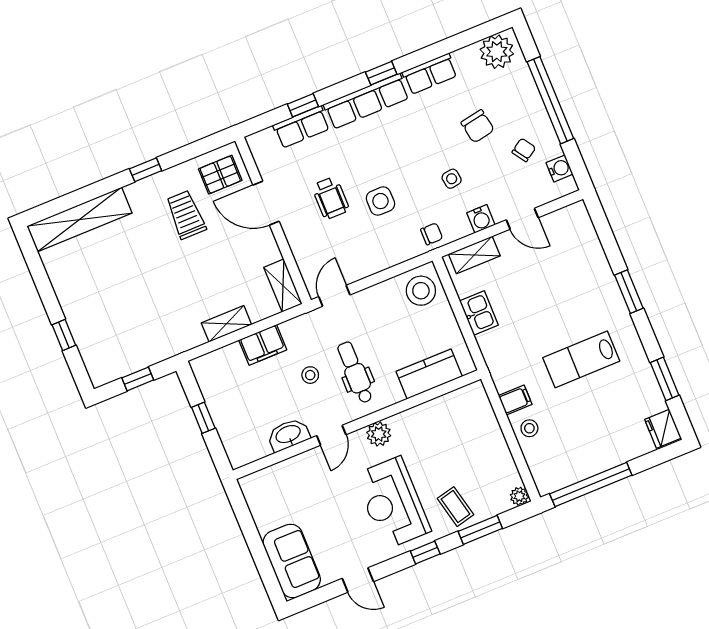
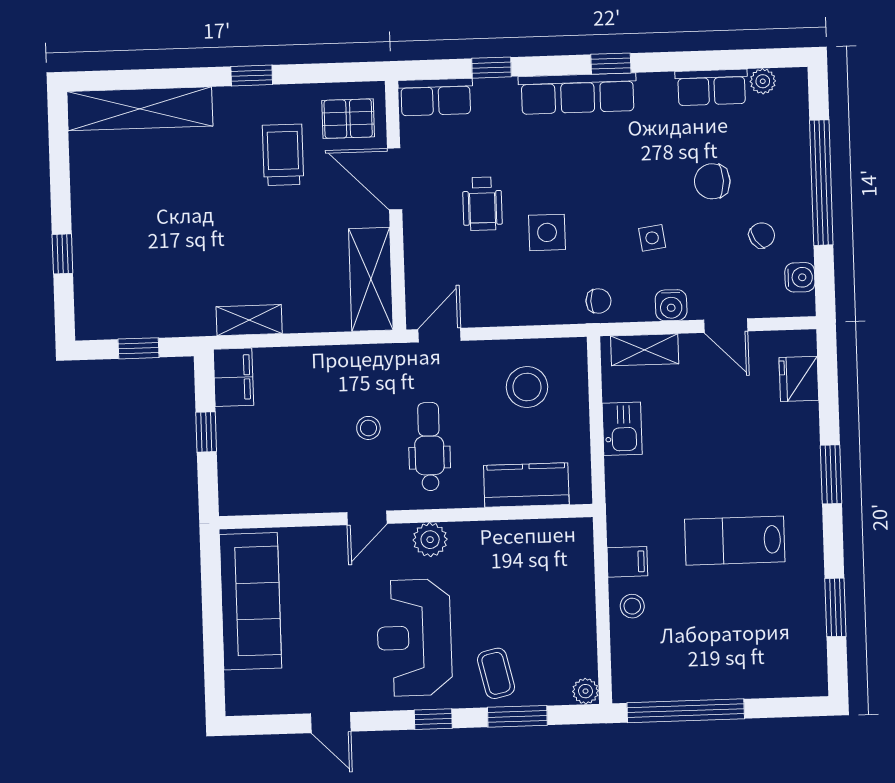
plant: (497, 52) -> (763, 81), width x0.53, depth x0.53
row of seats: (430, 74) -> (711, 87), moved
chair: (478, 126) -> (712, 181), turned 100
row of seats: (301, 127) -> (436, 97), moved
shelving: (283, 286) -> (371, 279), width x1.50, depth x1.33
stool: (421, 291) -> (527, 387), moved
shelving: (226, 324) -> (249, 320), moved
filing cabinet: (263, 345) -> (233, 377), moved, turned -90
fridge: (663, 429) -> (799, 379), moved
washbasin: (288, 435) -> (310, 496), removed
sofa: (292, 561) -> (250, 601), moved, width x1.36

